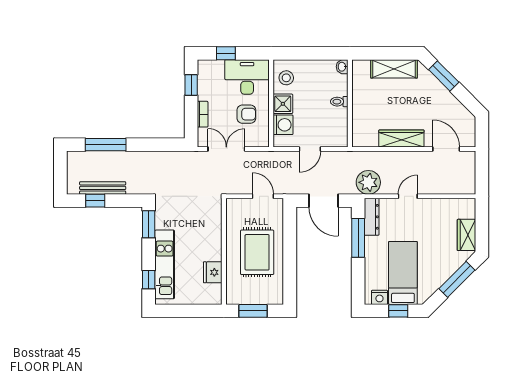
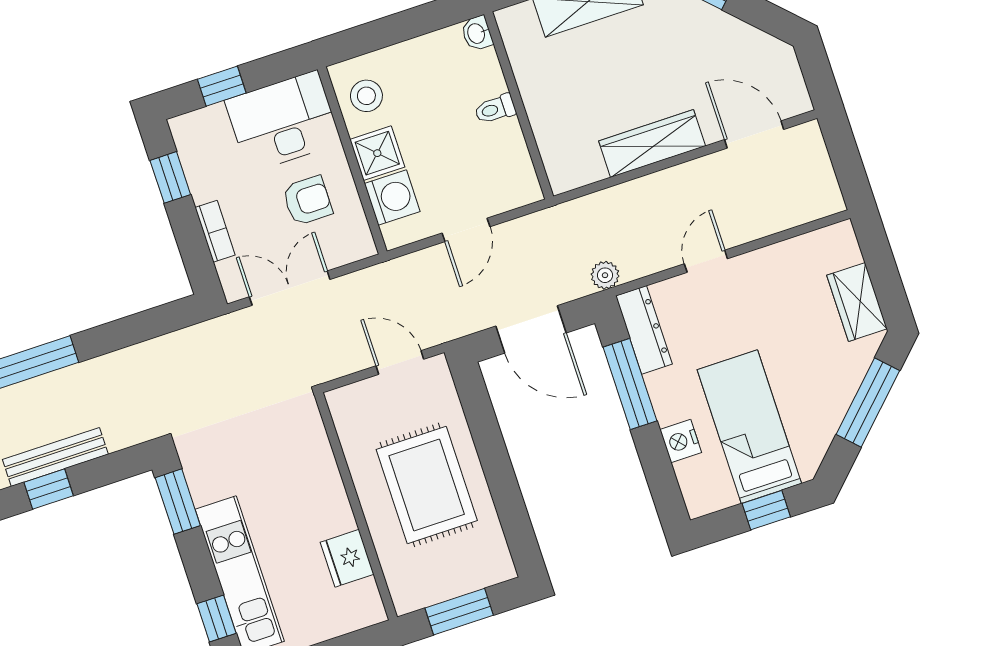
plant: (368, 182) -> (605, 275), width x0.53, depth x0.53
nightstand: (379, 297) -> (681, 441), moved, turned 90

